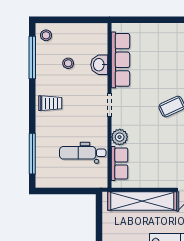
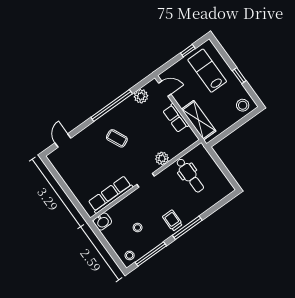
washbasin: (99, 65) -> (102, 221), moved
window: (32, 154) -> (187, 228), moved
row of seats: (120, 164) -> (176, 118), moved, turned -90
shelving: (142, 201) -> (199, 120), width x0.68

